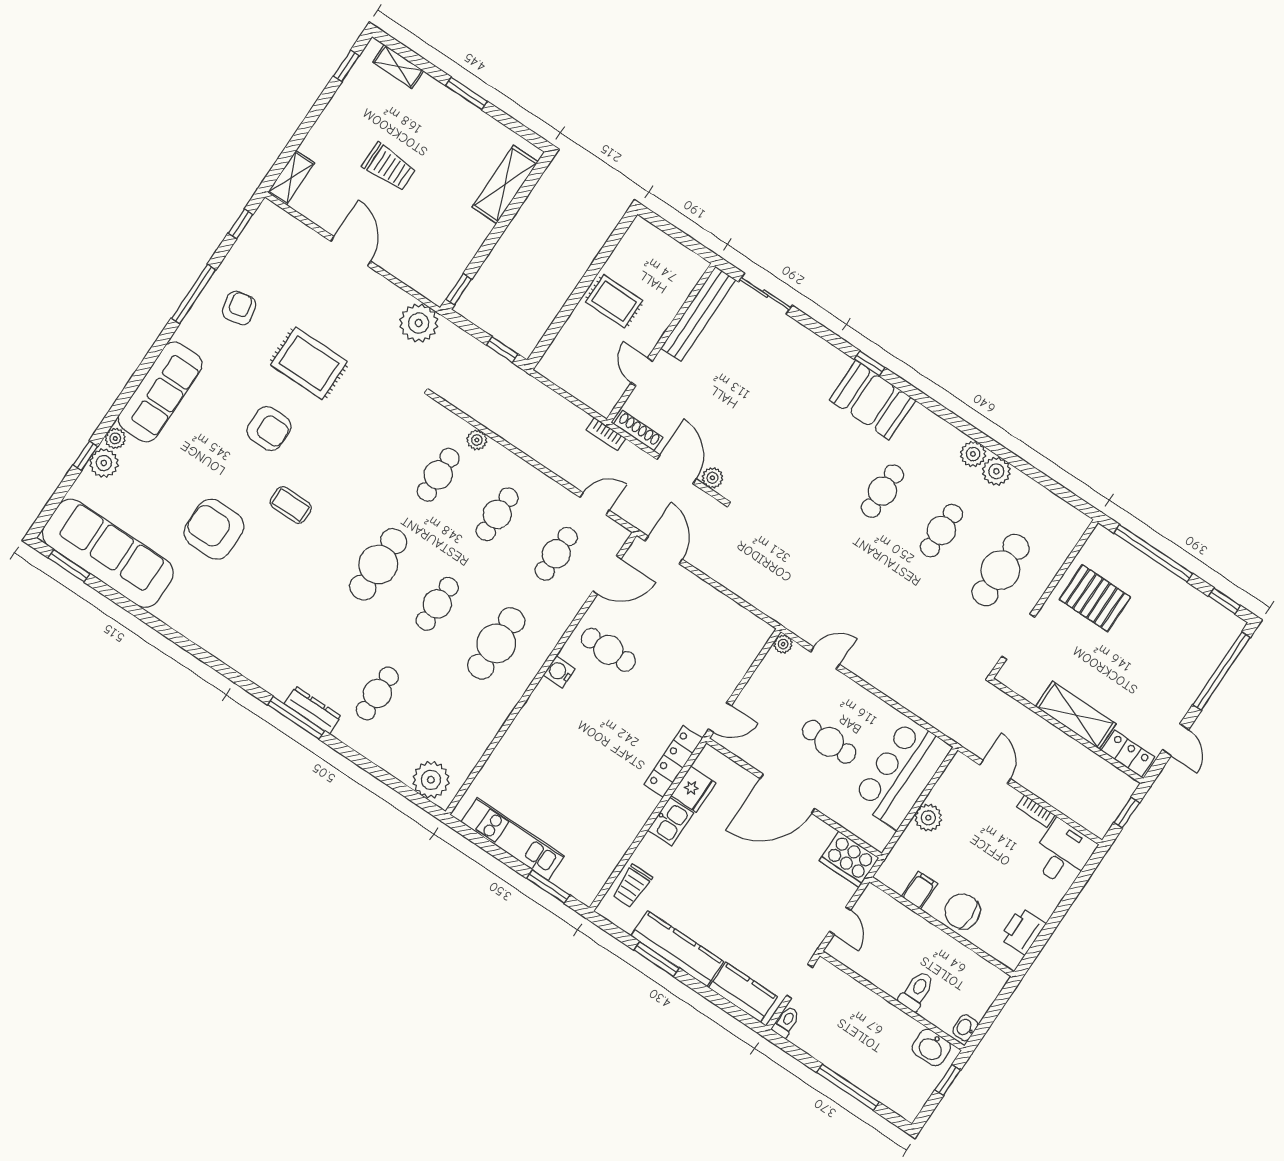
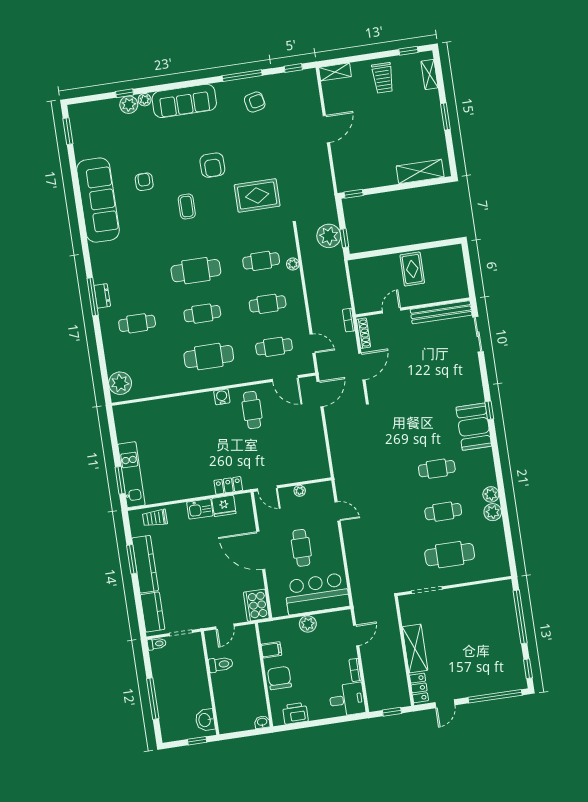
trolley: (389, 167) -> (383, 78), moved
plant: (419, 323) -> (329, 236), moved
rug: (309, 363) -> (257, 195), moved, turned 90
plant: (712, 478) -> (373, 386), removed
armchair: (214, 529) -> (144, 182), width x0.53, depth x0.53
sofa: (108, 553) -> (98, 200), moved
pallet: (1095, 598) -> (476, 609), removed
plant: (783, 644) -> (300, 491), moved
dresser: (313, 710) -> (102, 296), width x0.70
locker: (673, 761) -> (228, 485), width x0.66
kitchen unit: (513, 839) -> (131, 475), moved
toilet: (917, 991) -> (221, 664), moved
washbasin: (965, 1028) -> (262, 722), moved

